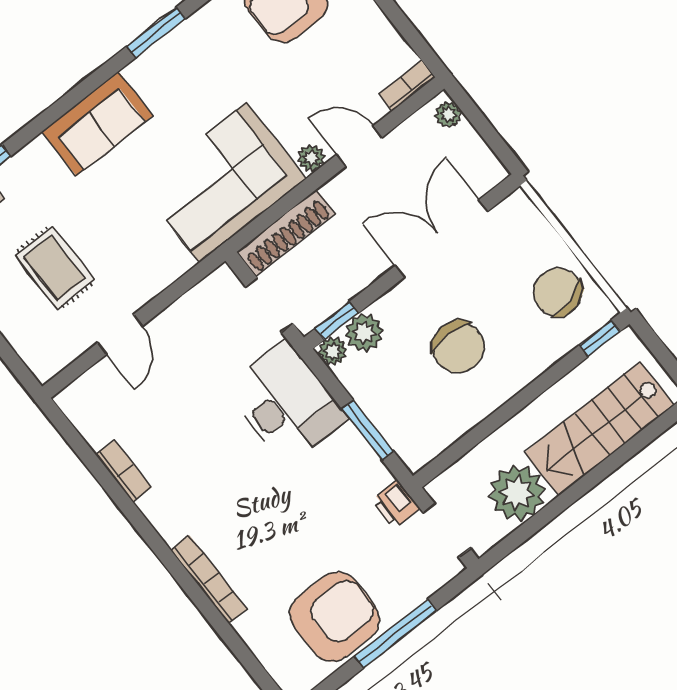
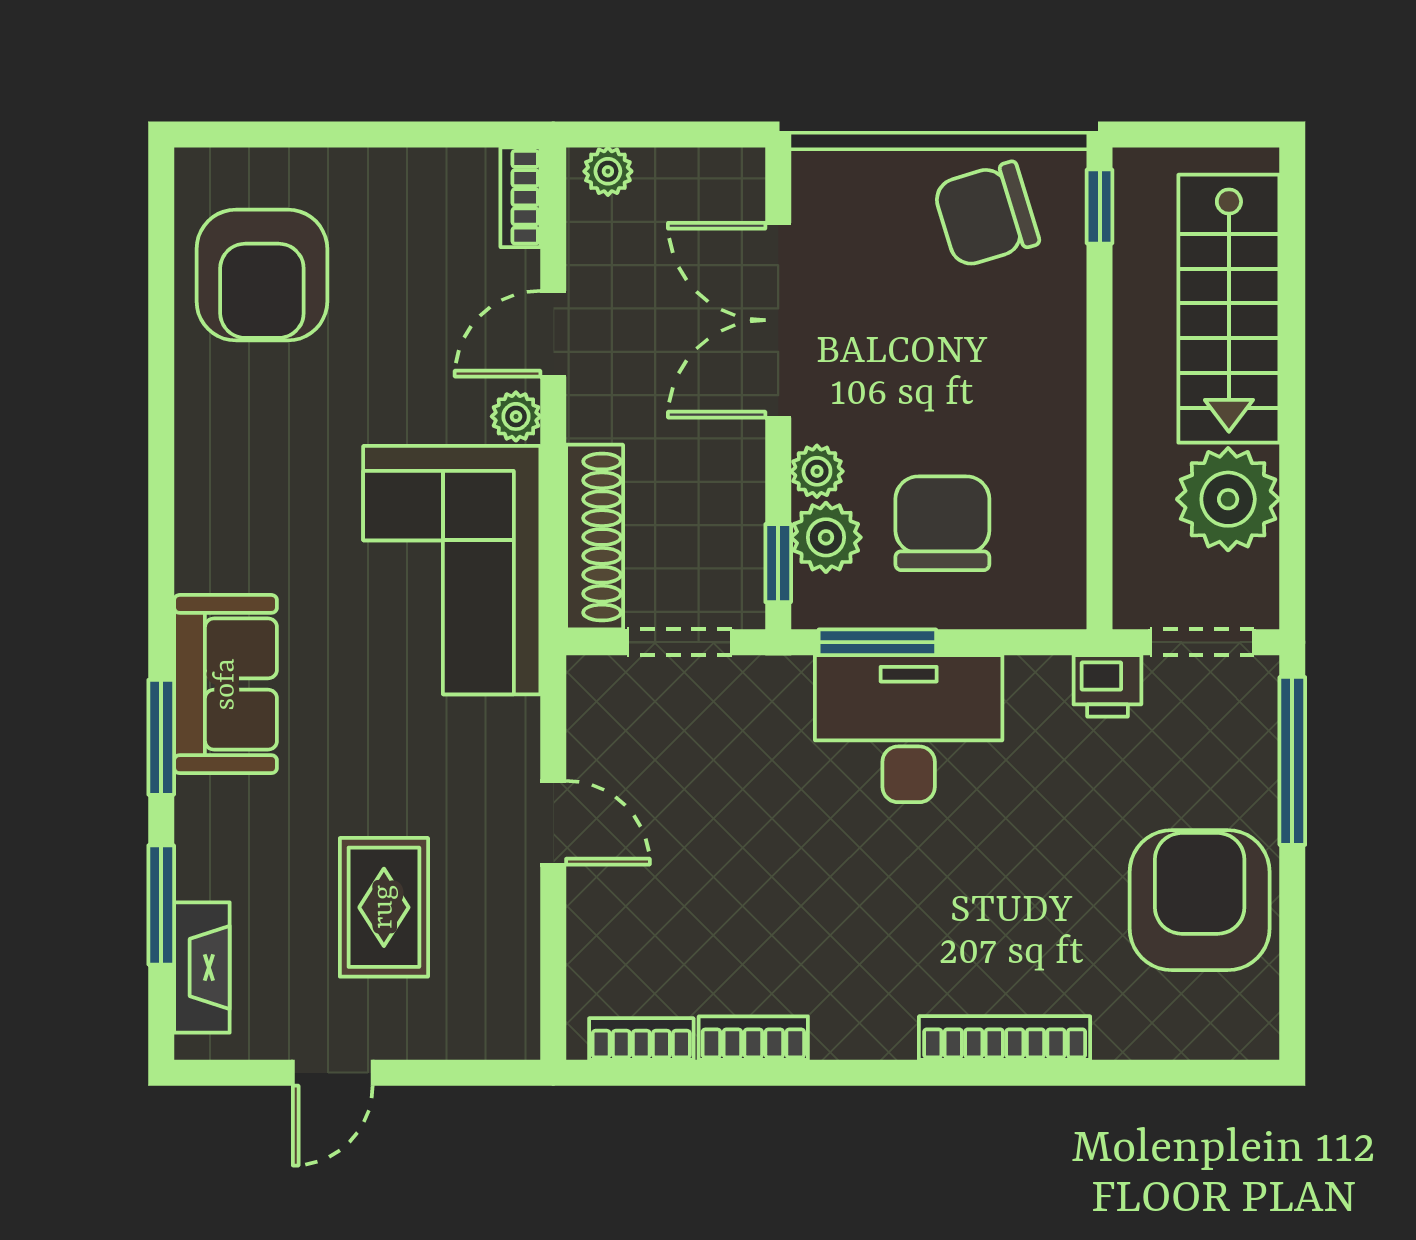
window: (156, 32) -> (161, 737), moved
rug: (55, 268) -> (384, 907), turned 90
door: (120, 334) -> (553, 823), moved
chair: (458, 347) -> (942, 523), moved, turned -90
plant: (333, 351) -> (817, 471), moved
desk: (286, 403) -> (909, 729), moved
bookcase: (85, 423) -> (641, 1039), added
window: (368, 430) -> (877, 642), moved
window: (395, 634) -> (1292, 761), moved

